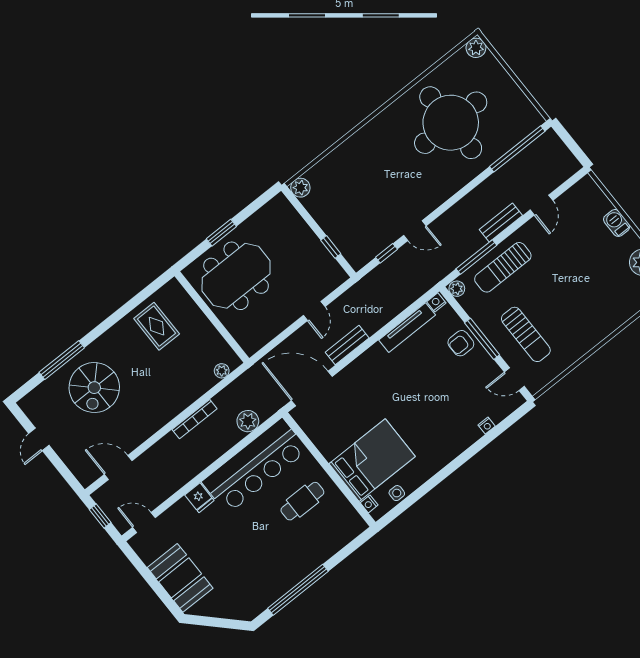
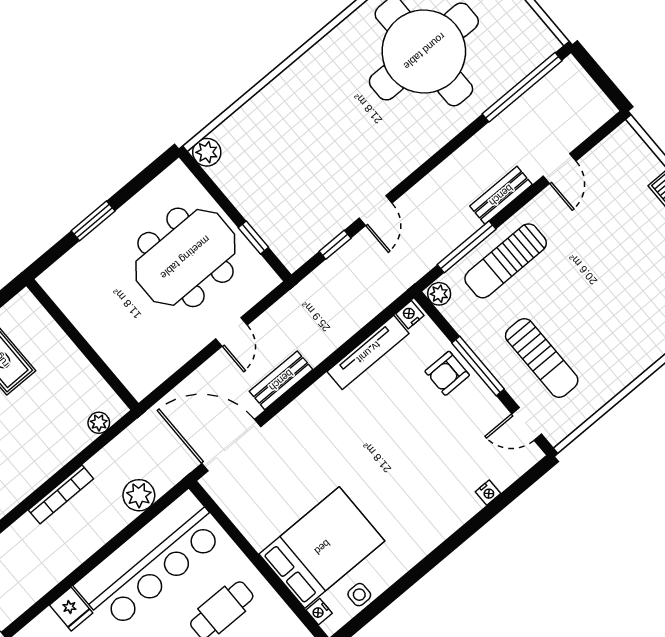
door: (415, 231) -> (376, 211), hinge flipped
meeting table: (236, 276) -> (185, 257), moved

